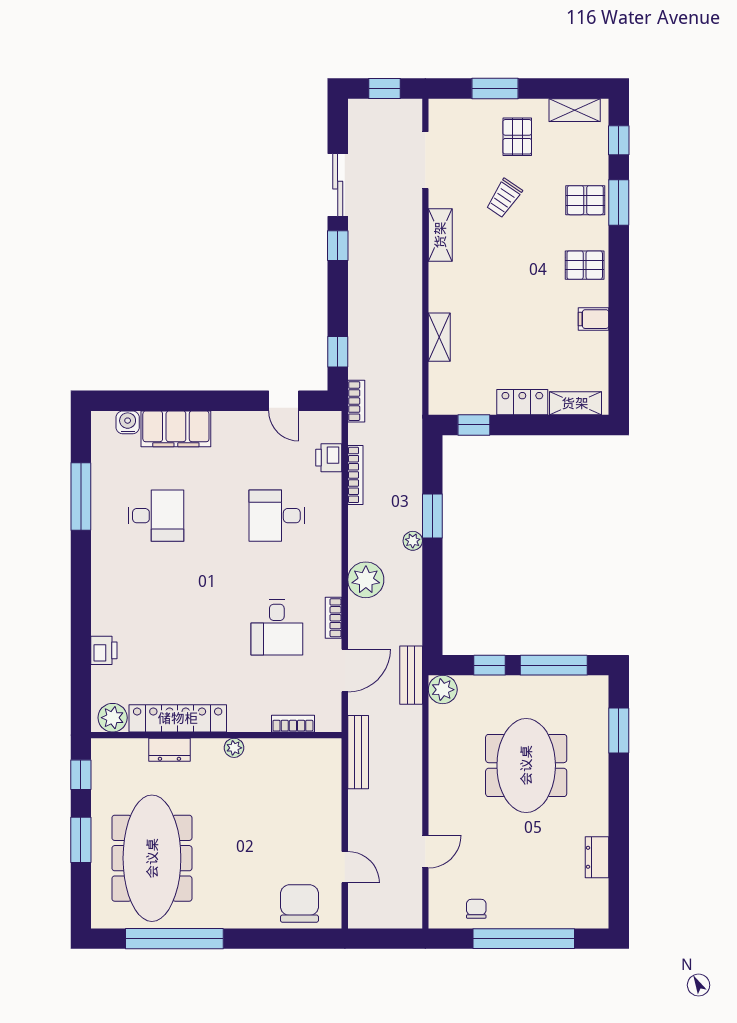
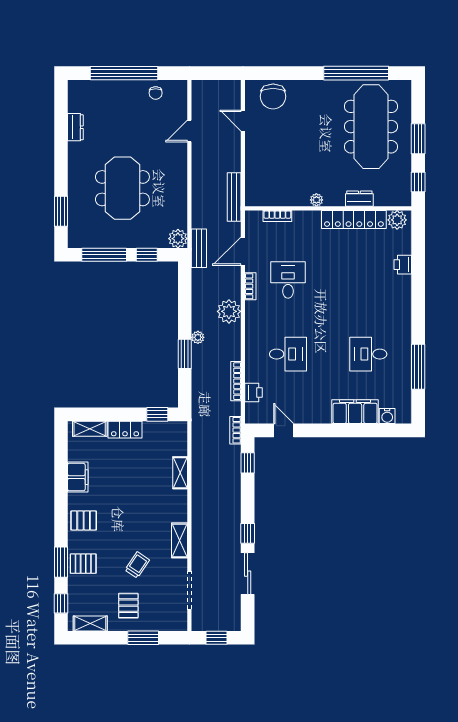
filing cabinet: (593, 319) -> (78, 477), width x2.00

